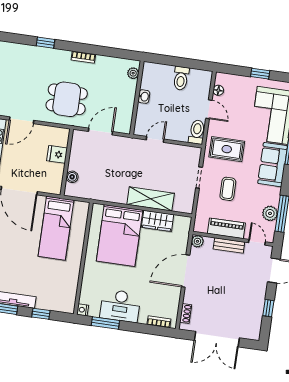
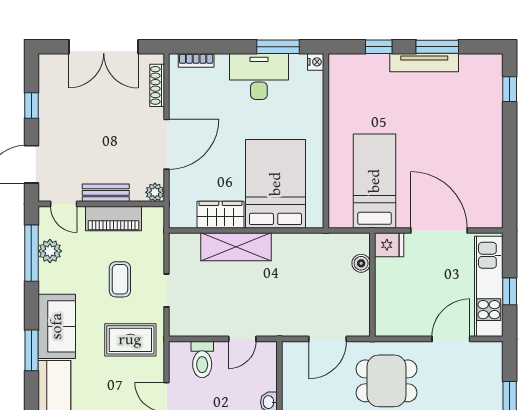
toilet: (197, 132) -> (202, 360), moved
fridge: (57, 154) -> (389, 245), moved
shoe rack: (186, 314) -> (157, 85), width x1.43
double door: (217, 339) -> (104, 47), swing flipped

